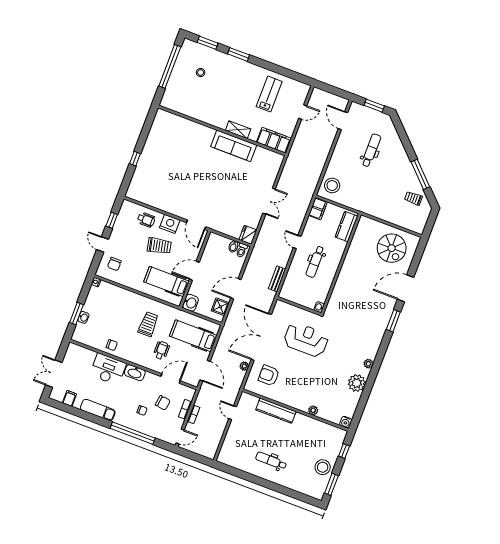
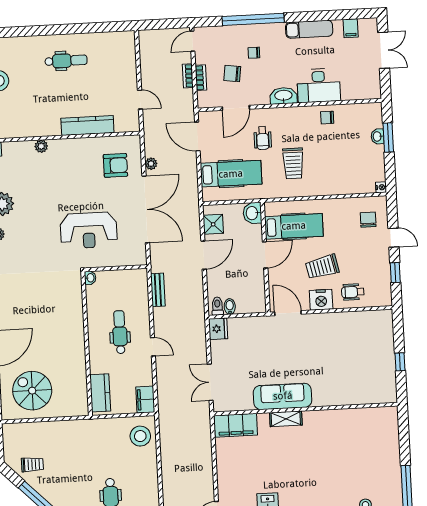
wall: (222, 130) -> (305, 409), moved
shelving: (238, 130) -> (286, 419), moved
filing cabinet: (274, 140) -> (236, 425), moved
sofa: (234, 146) -> (283, 396), moved

